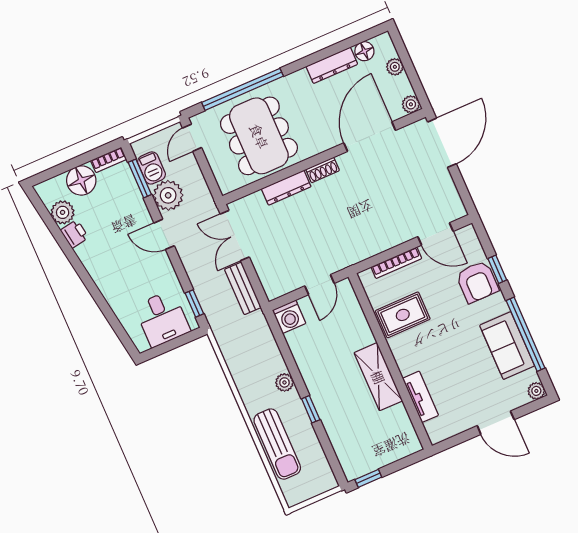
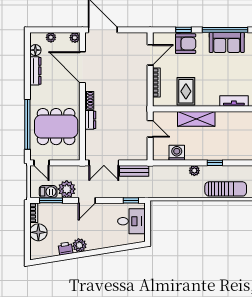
dresser: (286, 188) -> (90, 120), width x0.70
plant: (63, 212) -> (79, 245), moved
washing machine: (289, 317) -> (177, 153), moved, turned -90
shelving: (378, 377) -> (196, 119), moved

